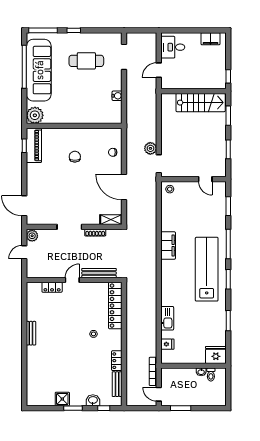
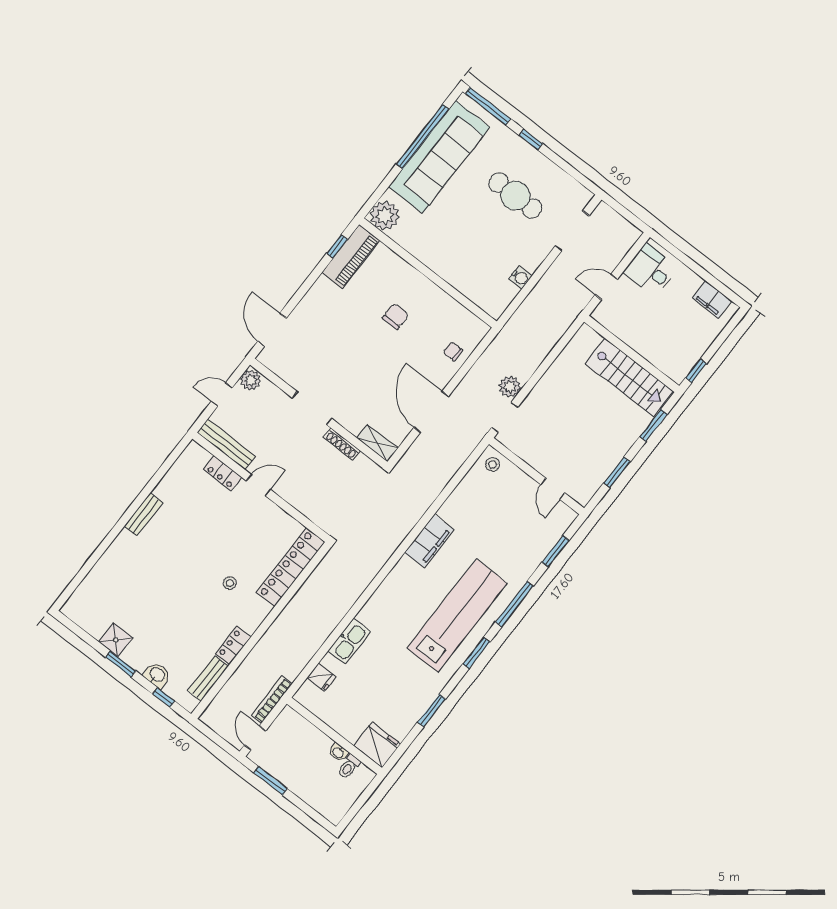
bench: (99, 273) -> (226, 444), moved

